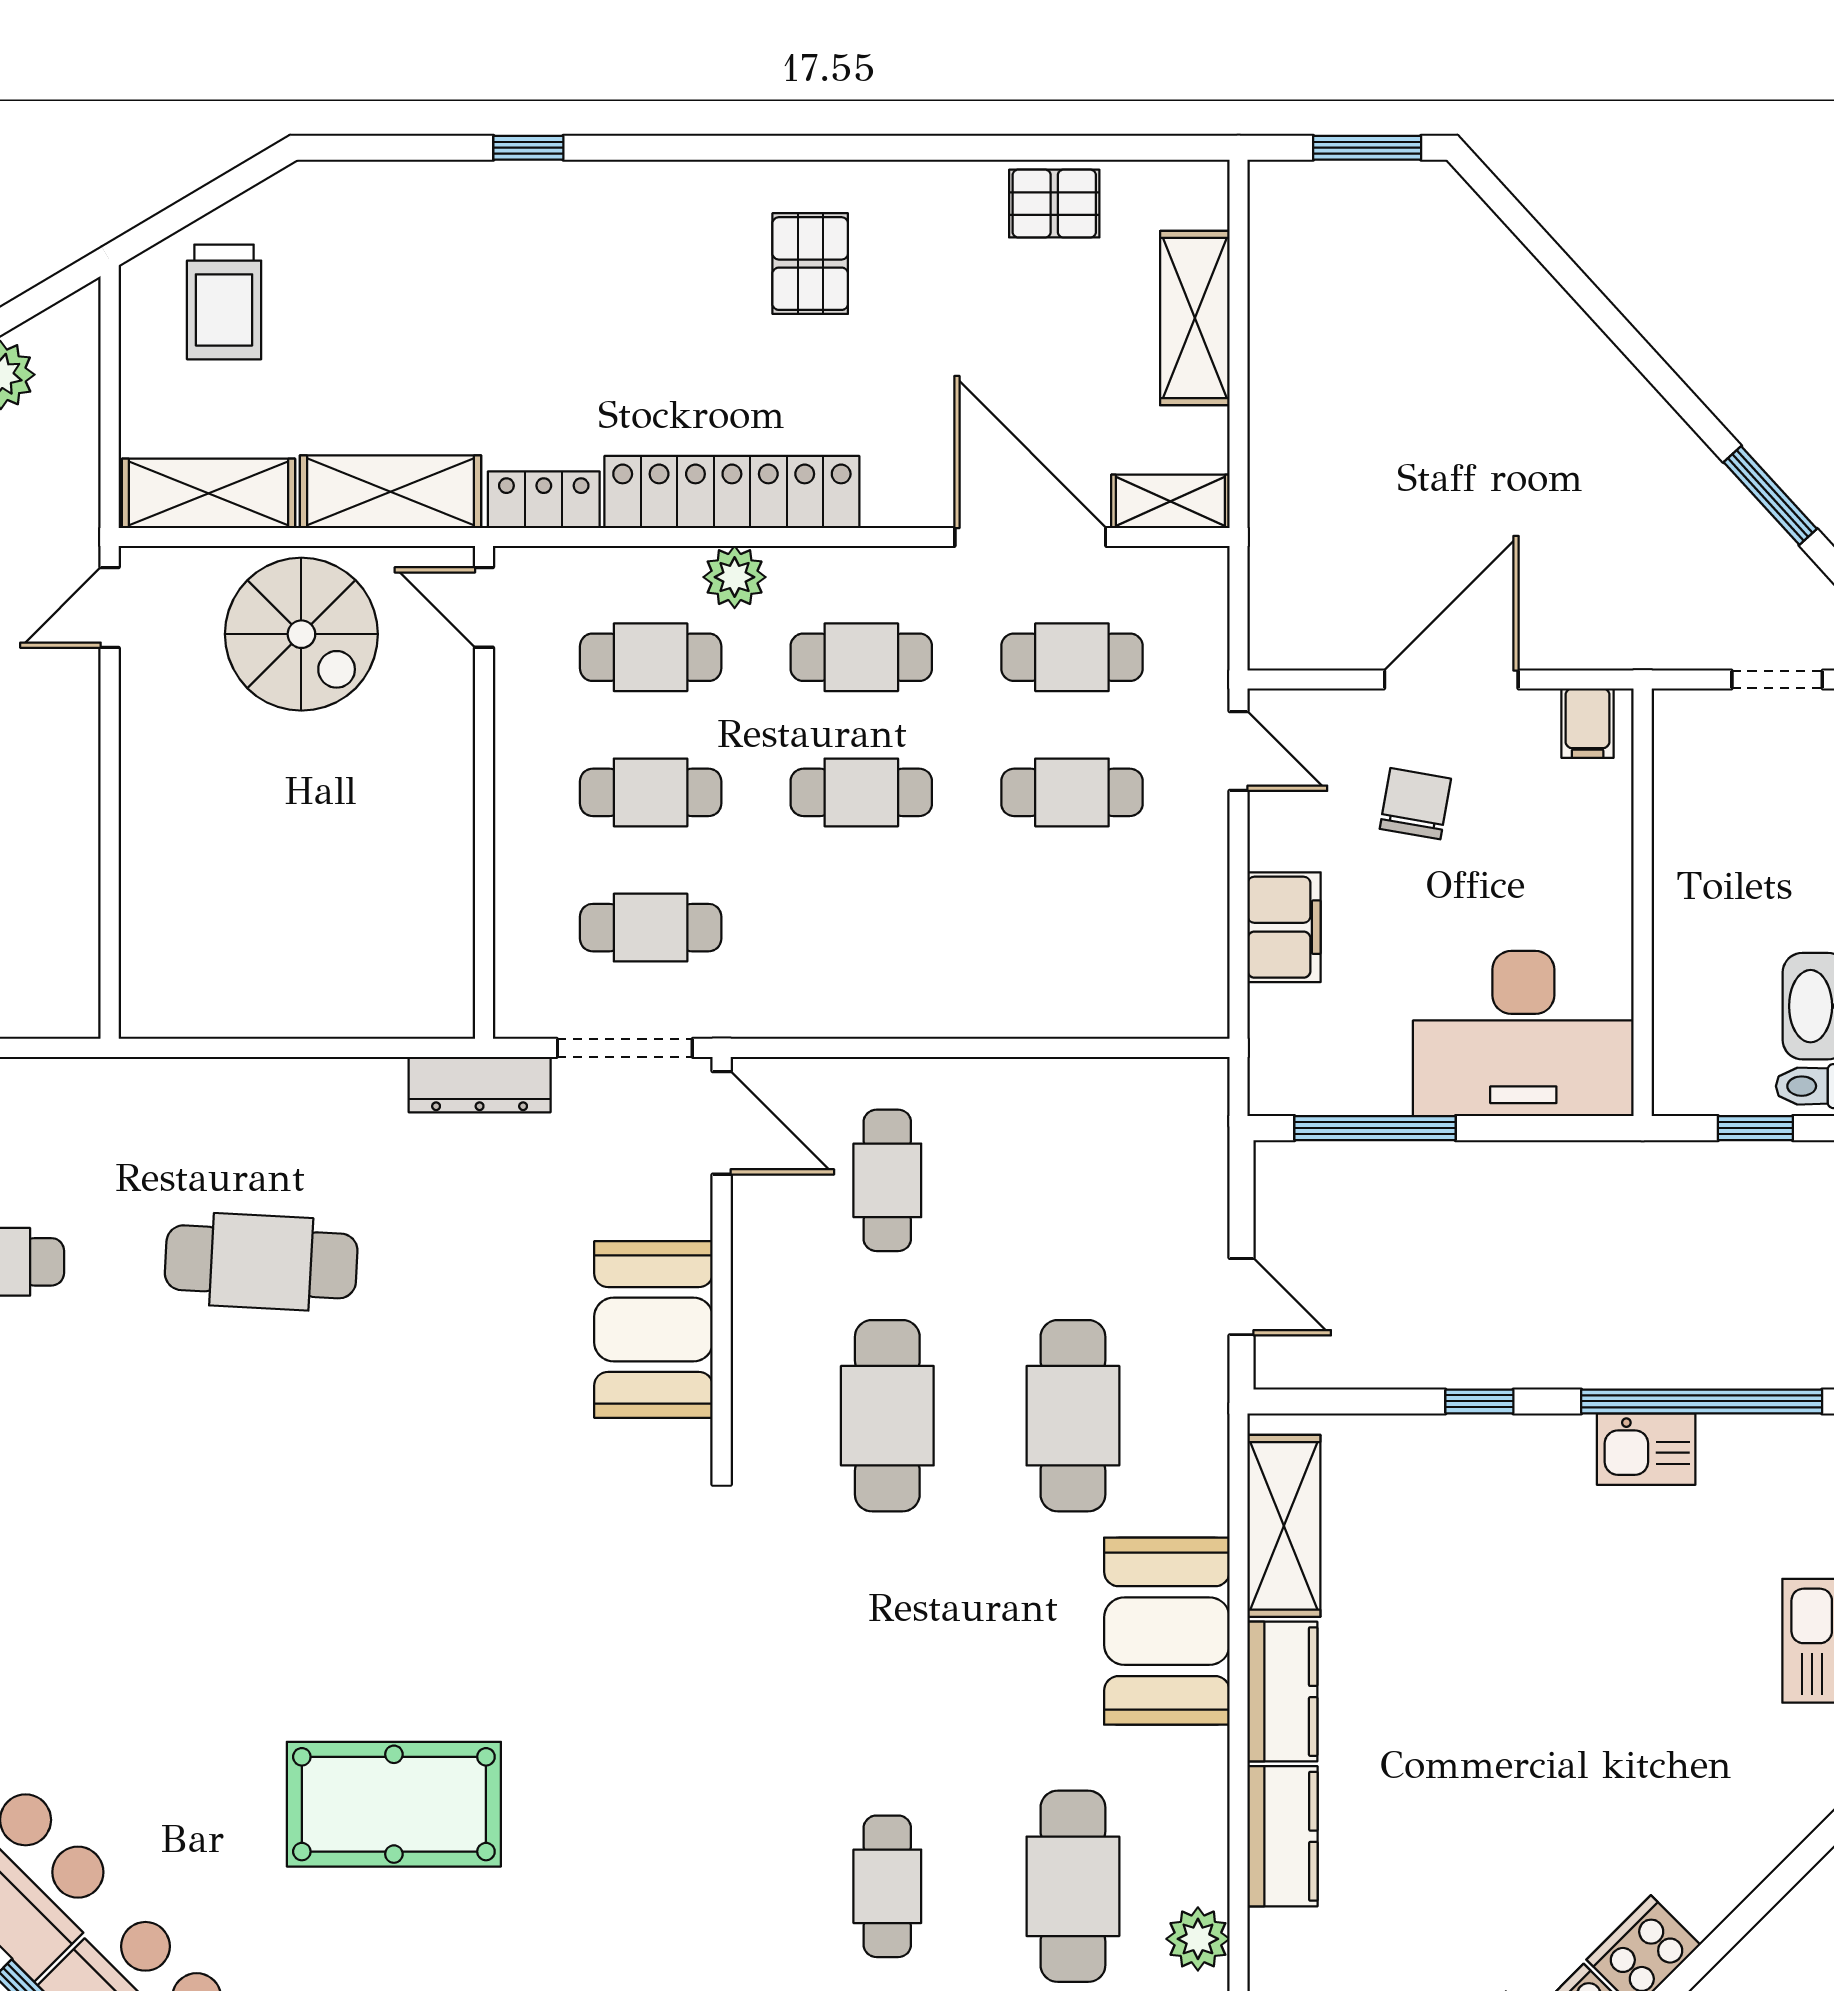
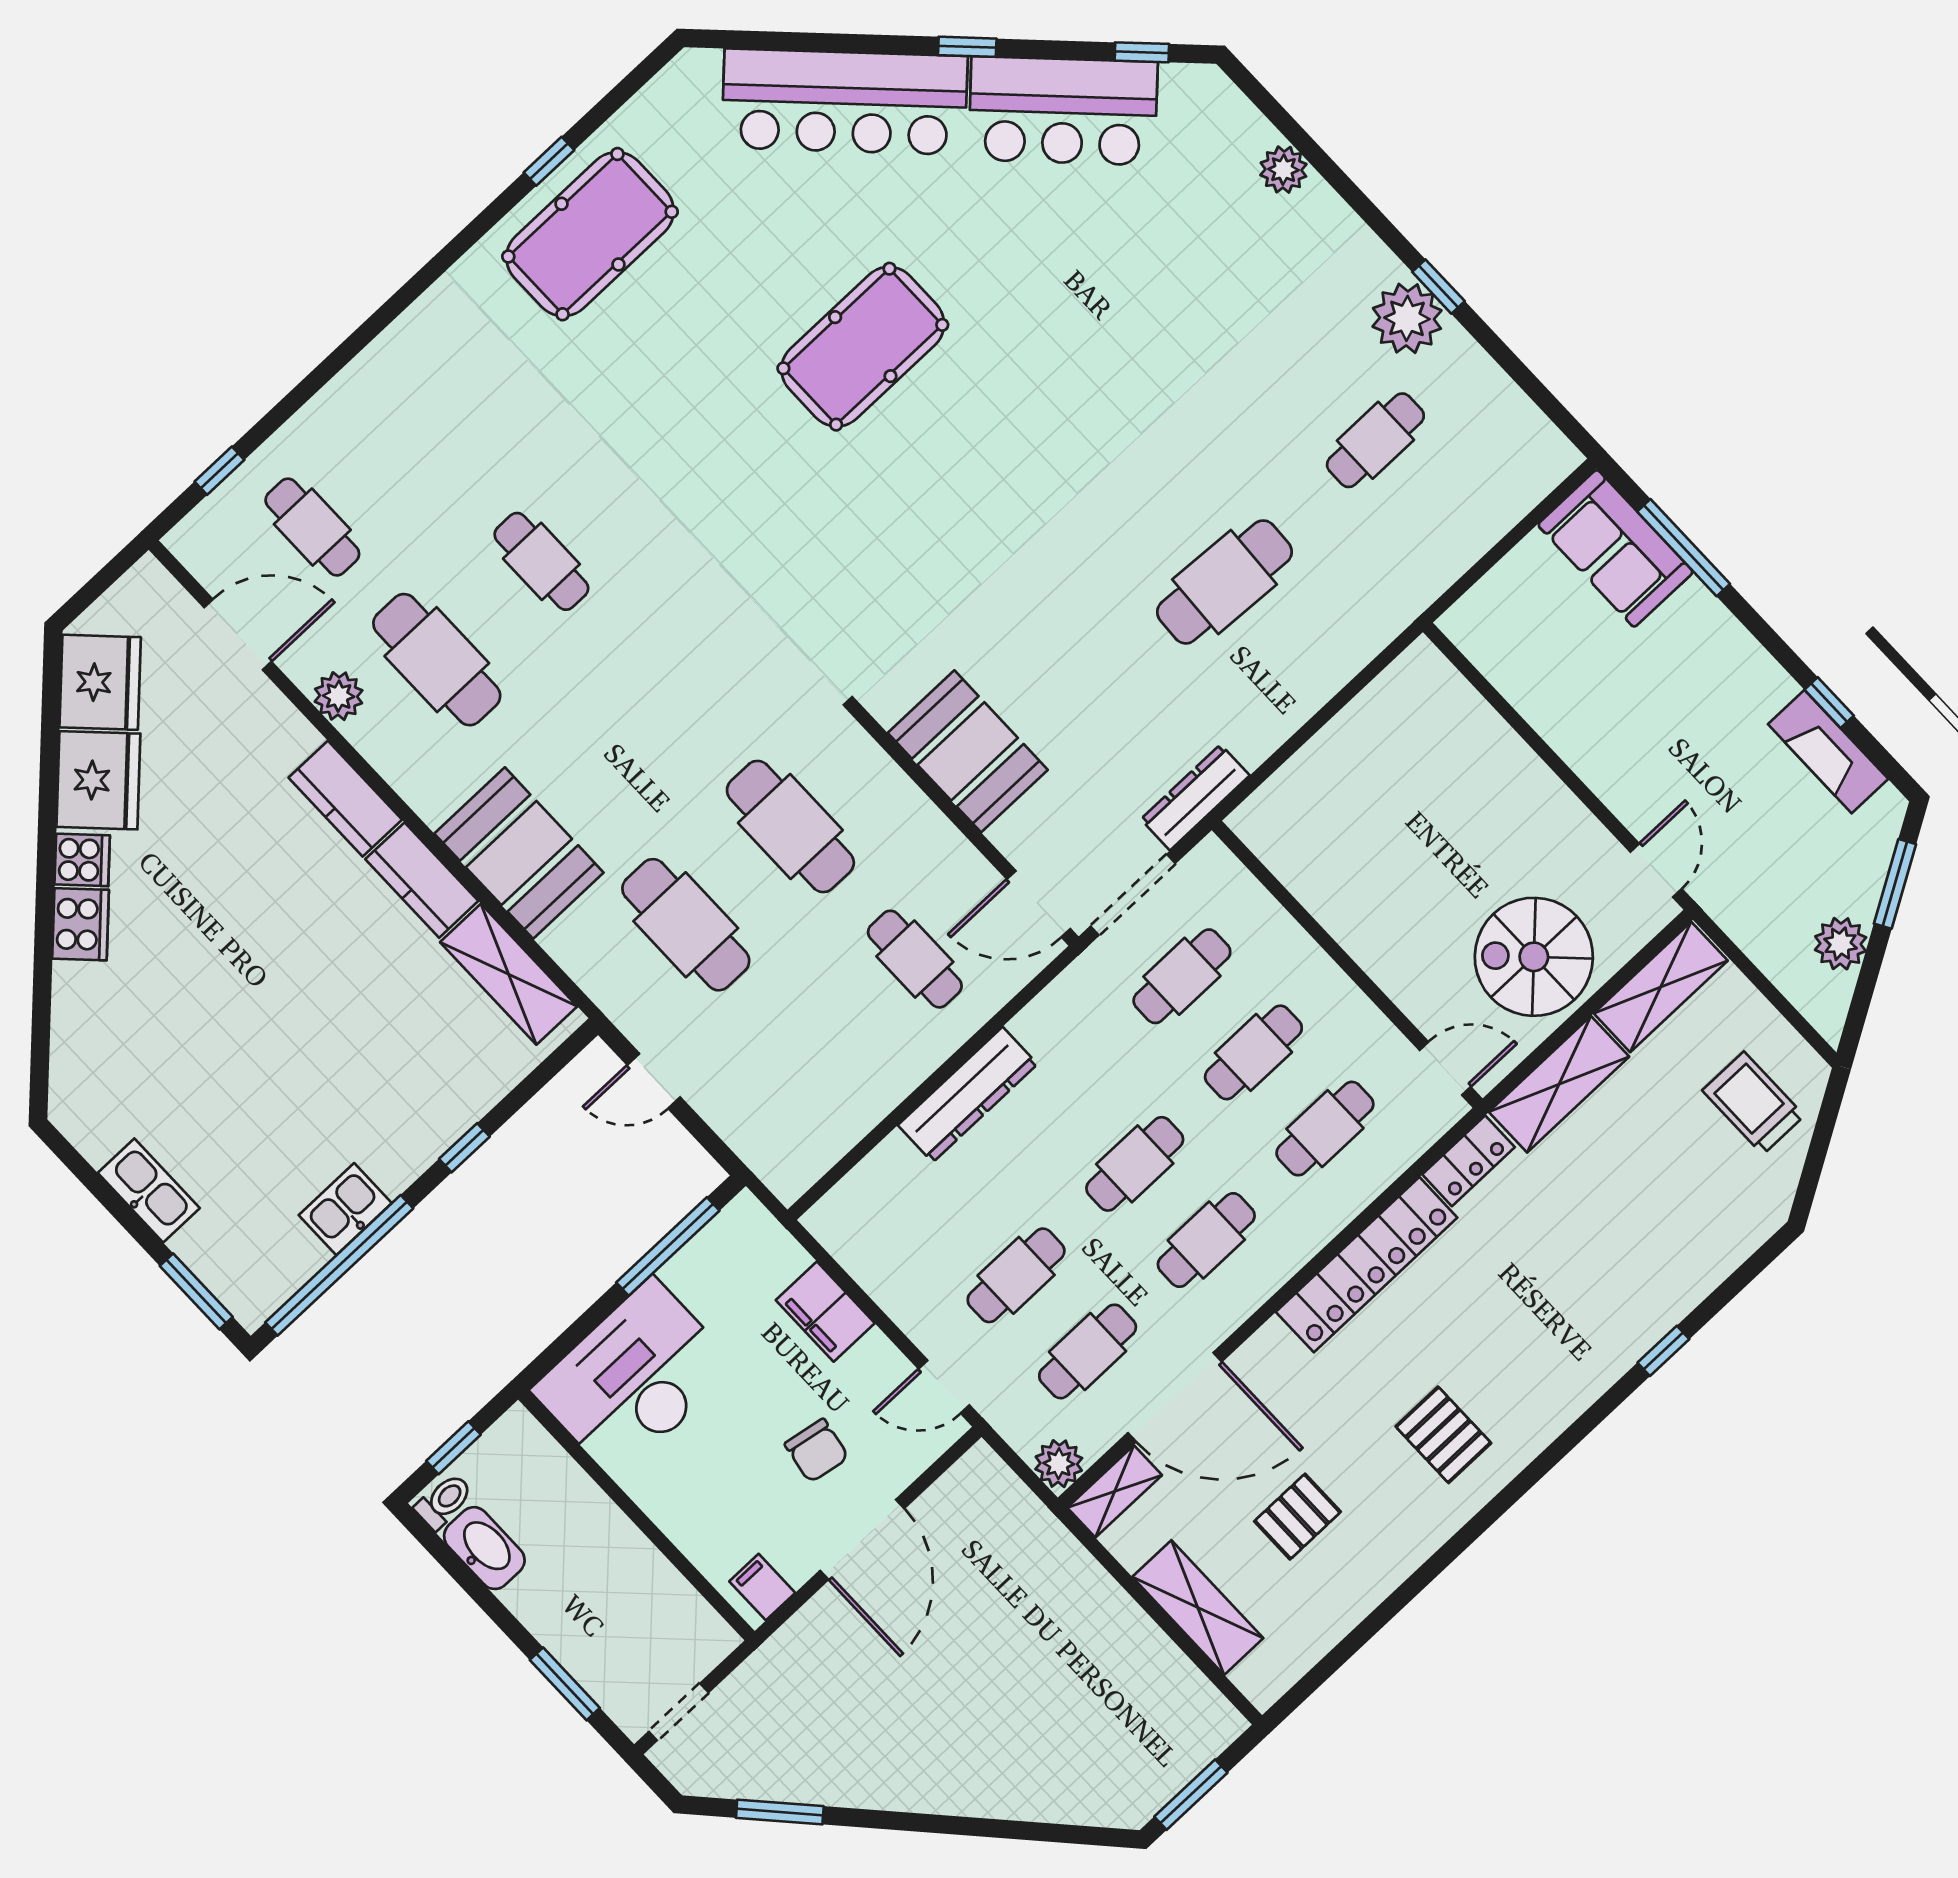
pallet: (1054, 204) -> (1298, 1517), moved
plant: (735, 577) -> (1059, 1464), moved
dresser: (957, 1006) -> (968, 1095), added

